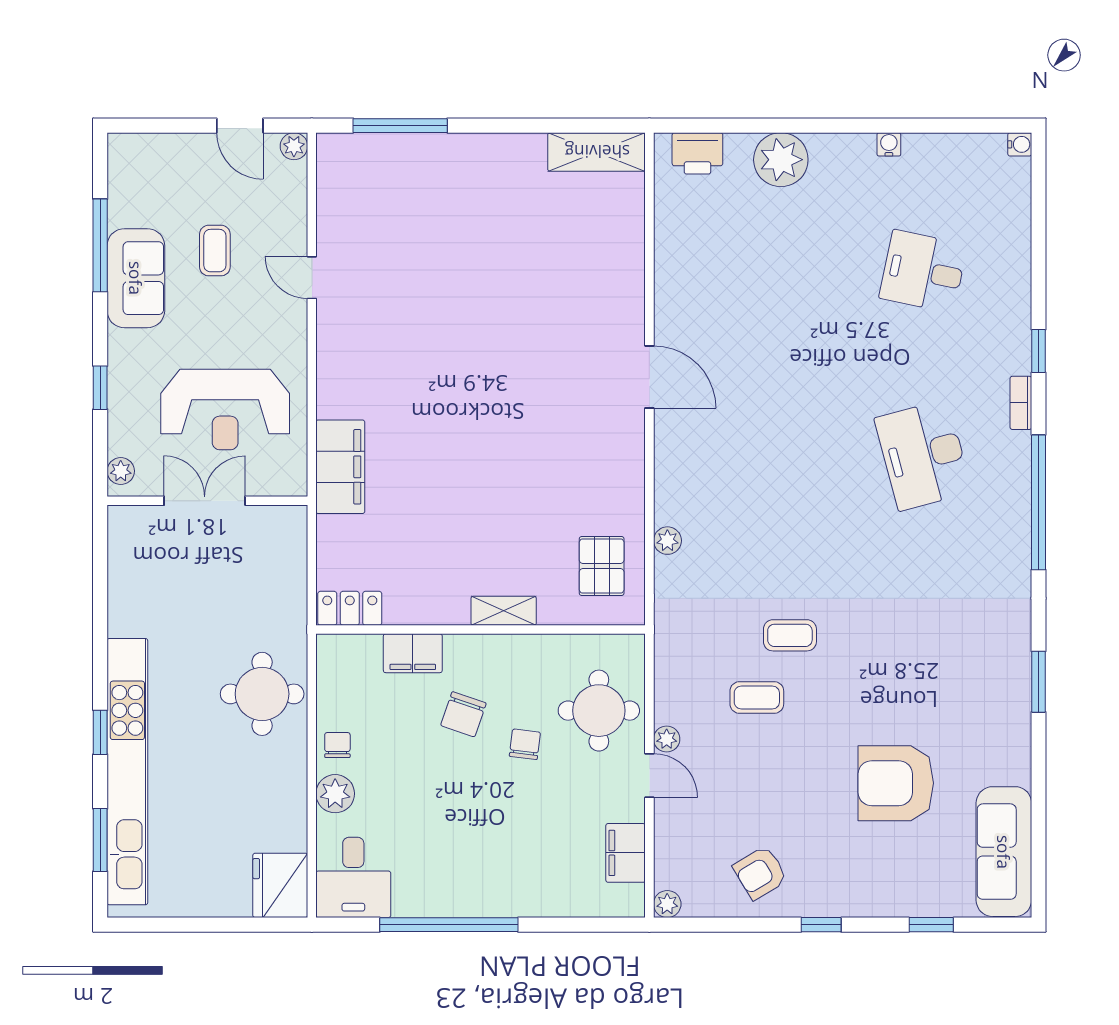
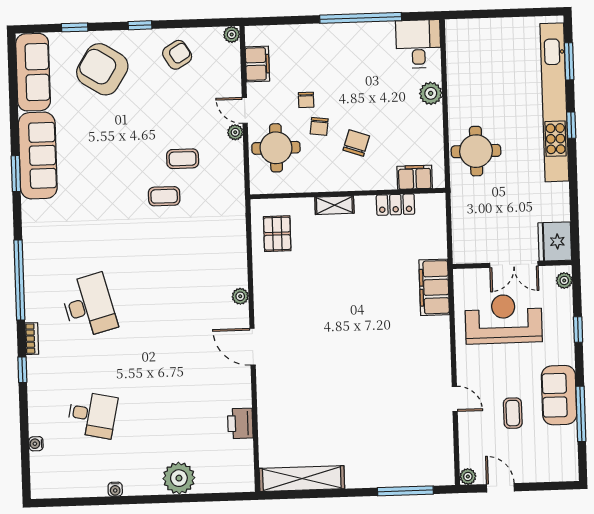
water cooler: (1020, 144) -> (36, 444), moved
shelving: (597, 152) -> (302, 479), width x1.47
printer: (697, 153) -> (240, 423), moved, turned -90
plant: (667, 541) -> (240, 296), moved
locker: (350, 608) -> (395, 205), moved
filing cabinet: (413, 653) -> (415, 177), moved
sofa: (1001, 711) -> (38, 156), added
chair: (337, 745) -> (306, 100), moved
armchair: (896, 783) -> (102, 69), moved, turned -148
fridge: (280, 885) -> (555, 242), moved, turned 180

